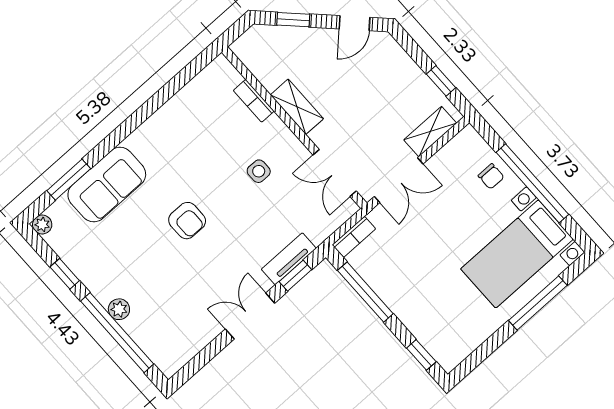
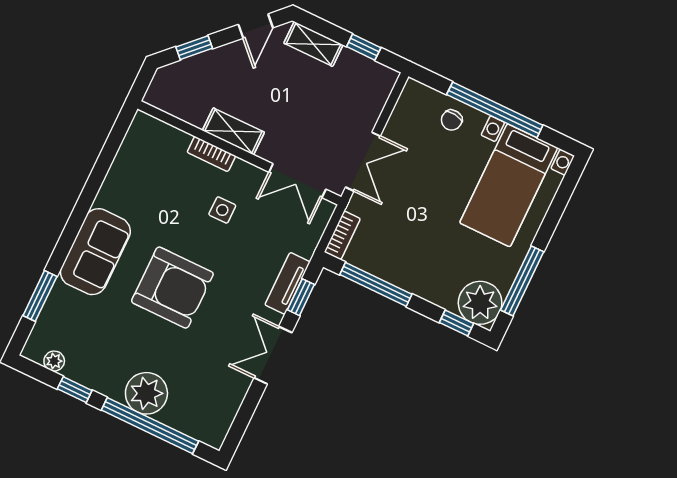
bookcase: (254, 101) -> (211, 154), moved
shelving: (430, 132) -> (313, 44), moved, turned 90
chair: (491, 176) -> (452, 120), turned 97
sofa: (107, 185) -> (95, 252), moved
armchair: (187, 221) -> (172, 288), width x1.88, depth x1.88
plant: (42, 225) -> (54, 361), moved
window: (538, 303) -> (522, 281), moved
plant: (119, 309) -> (146, 393), width x1.88, depth x1.88
plant: (449, 346) -> (480, 303), added

